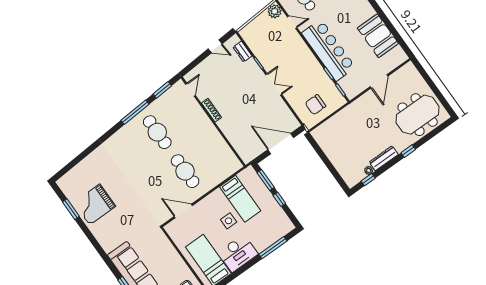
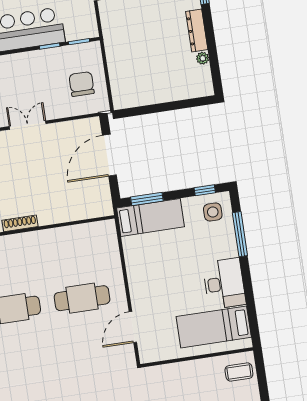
chair: (315, 105) -> (82, 84), turned 180
window: (368, 180) -> (214, 65), removed
bed: (240, 199) -> (151, 217), moved
window: (279, 199) -> (205, 190), moved
side table: (229, 221) -> (213, 212), moved

